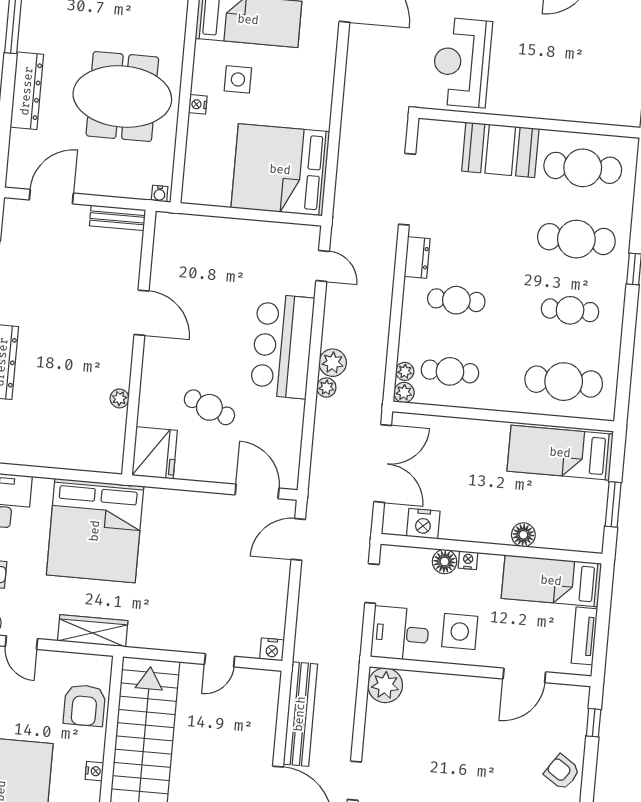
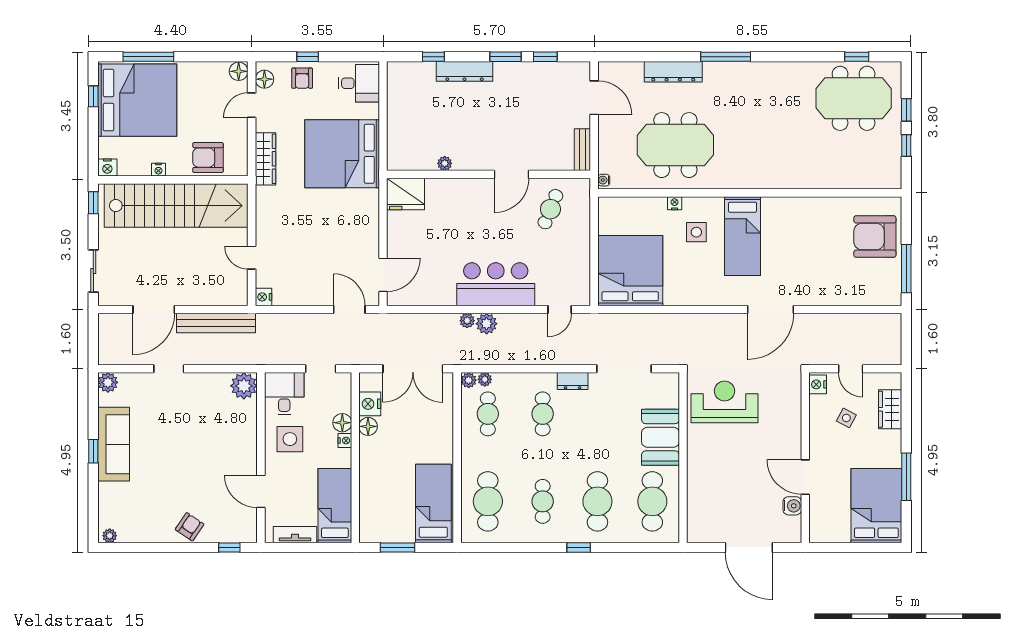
meeting table: (122, 97) -> (675, 145), turned 90
cafe table: (209, 407) -> (550, 209), moved
floor lamp: (523, 535) -> (368, 426), moved

